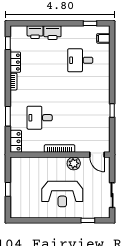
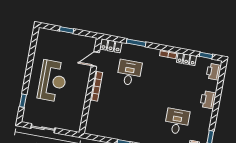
printer: (35, 32) -> (214, 72), moved
door: (97, 155) -> (95, 59), moved
plant: (74, 163) -> (80, 97), removed
reception desk: (62, 194) -> (53, 81), turned 180

